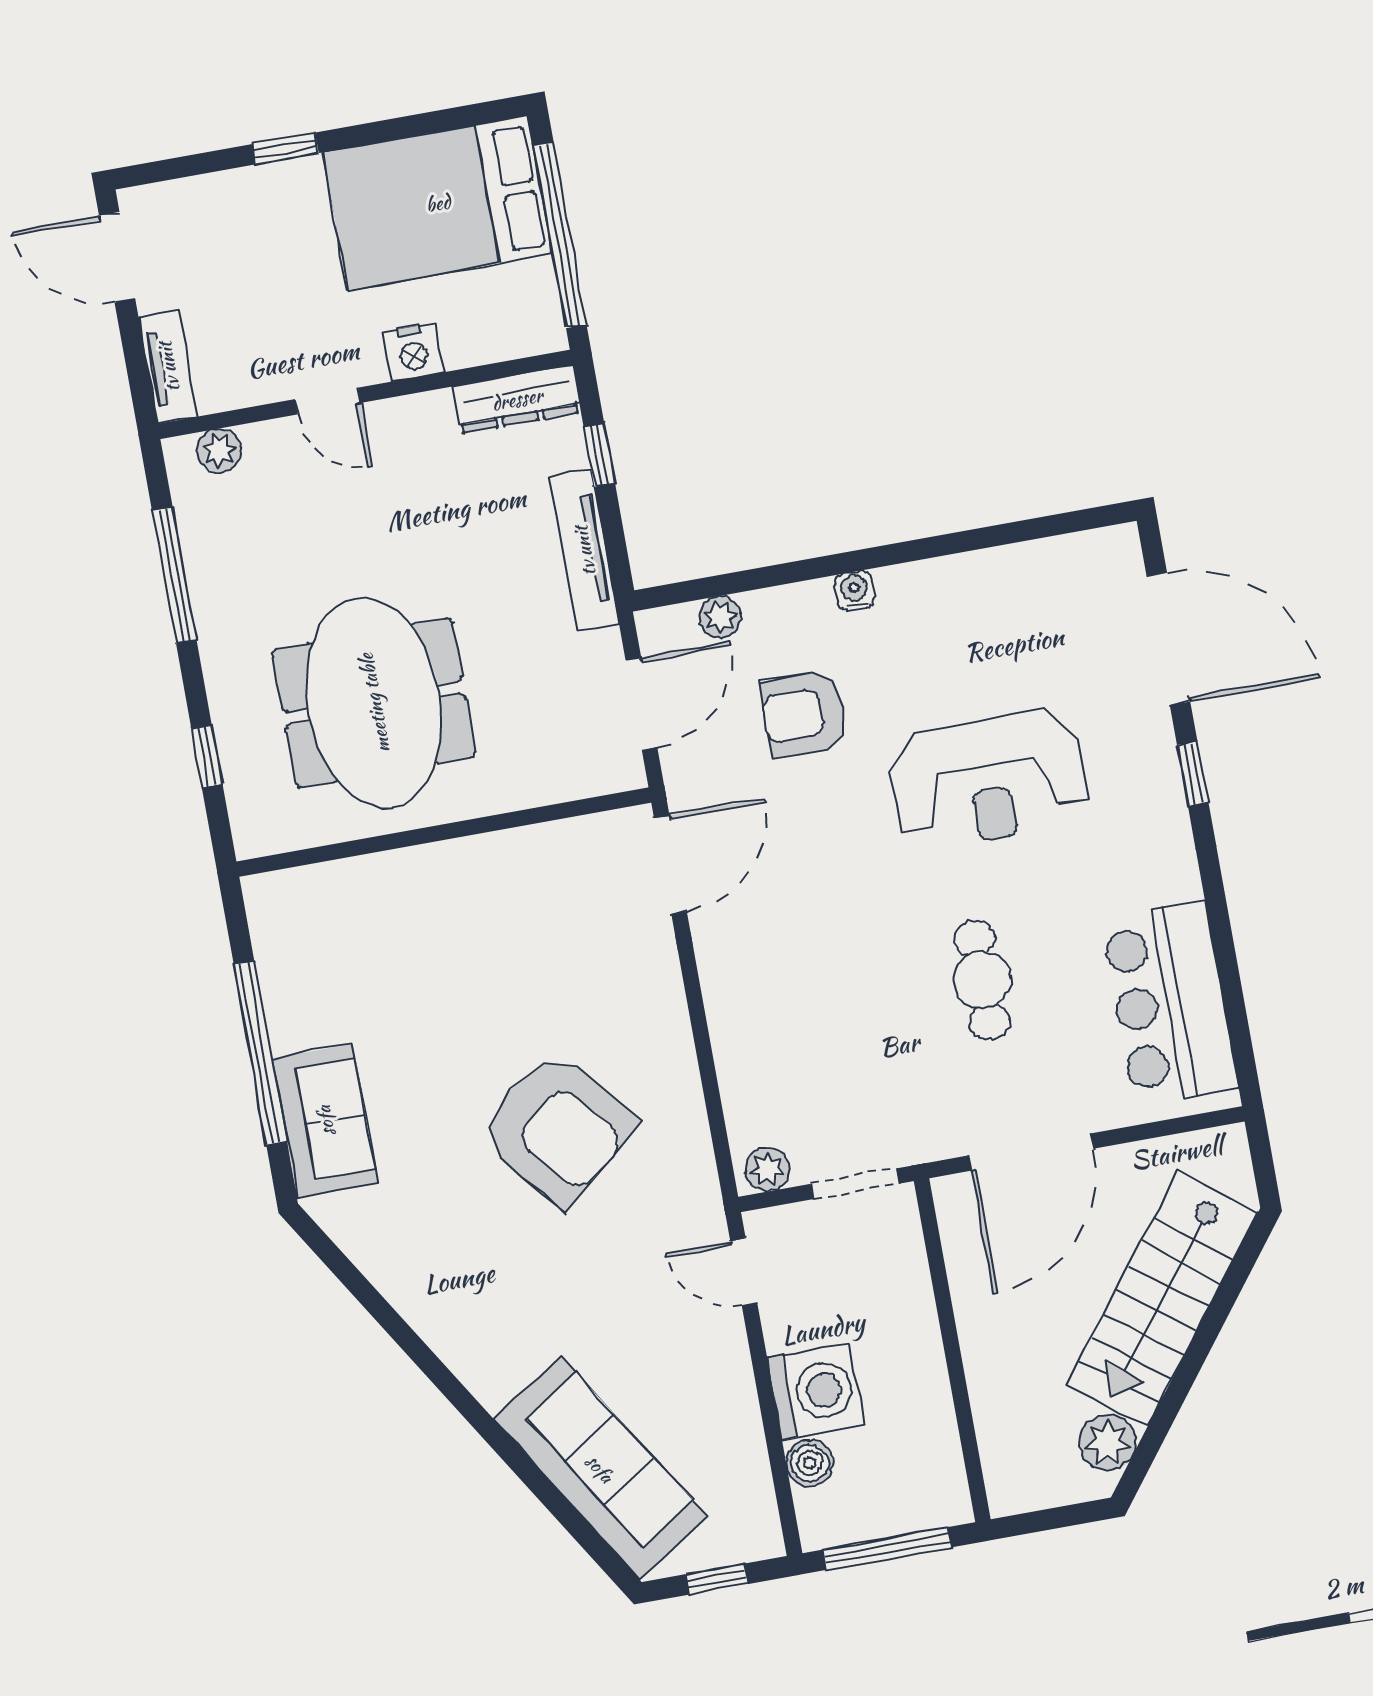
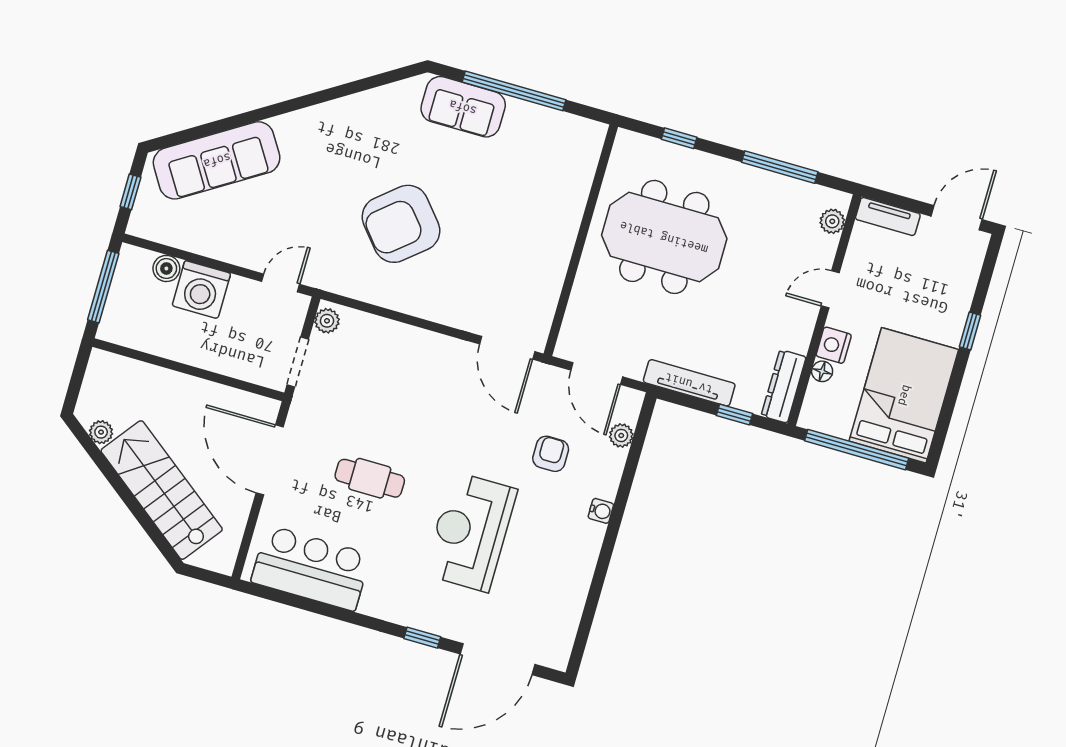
floor lamp: (463, 350) -> (822, 371), added
armchair: (804, 714) -> (551, 454), width x0.72, depth x0.72
plant: (1108, 1442) -> (101, 432), width x0.73, depth x0.73

